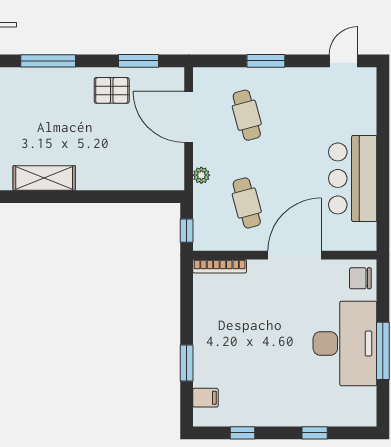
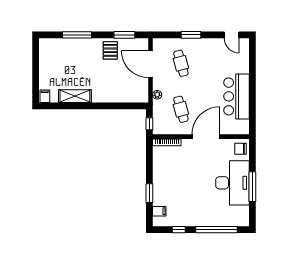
door: (343, 61) -> (232, 35), swing flipped
pallet: (112, 90) -> (110, 50), turned 90
window: (315, 433) -> (217, 230), width x3.17

